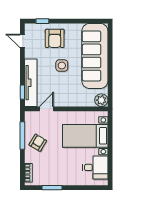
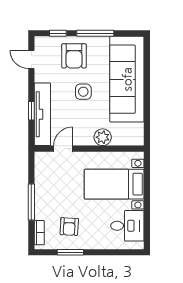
window: (71, 21) -> (95, 33), added
window: (22, 92) -> (31, 111), moved
plant: (101, 100) -> (103, 137), moved
window: (22, 136) -> (31, 202), moved
armchair: (38, 143) -> (69, 227), moved, turned 152

